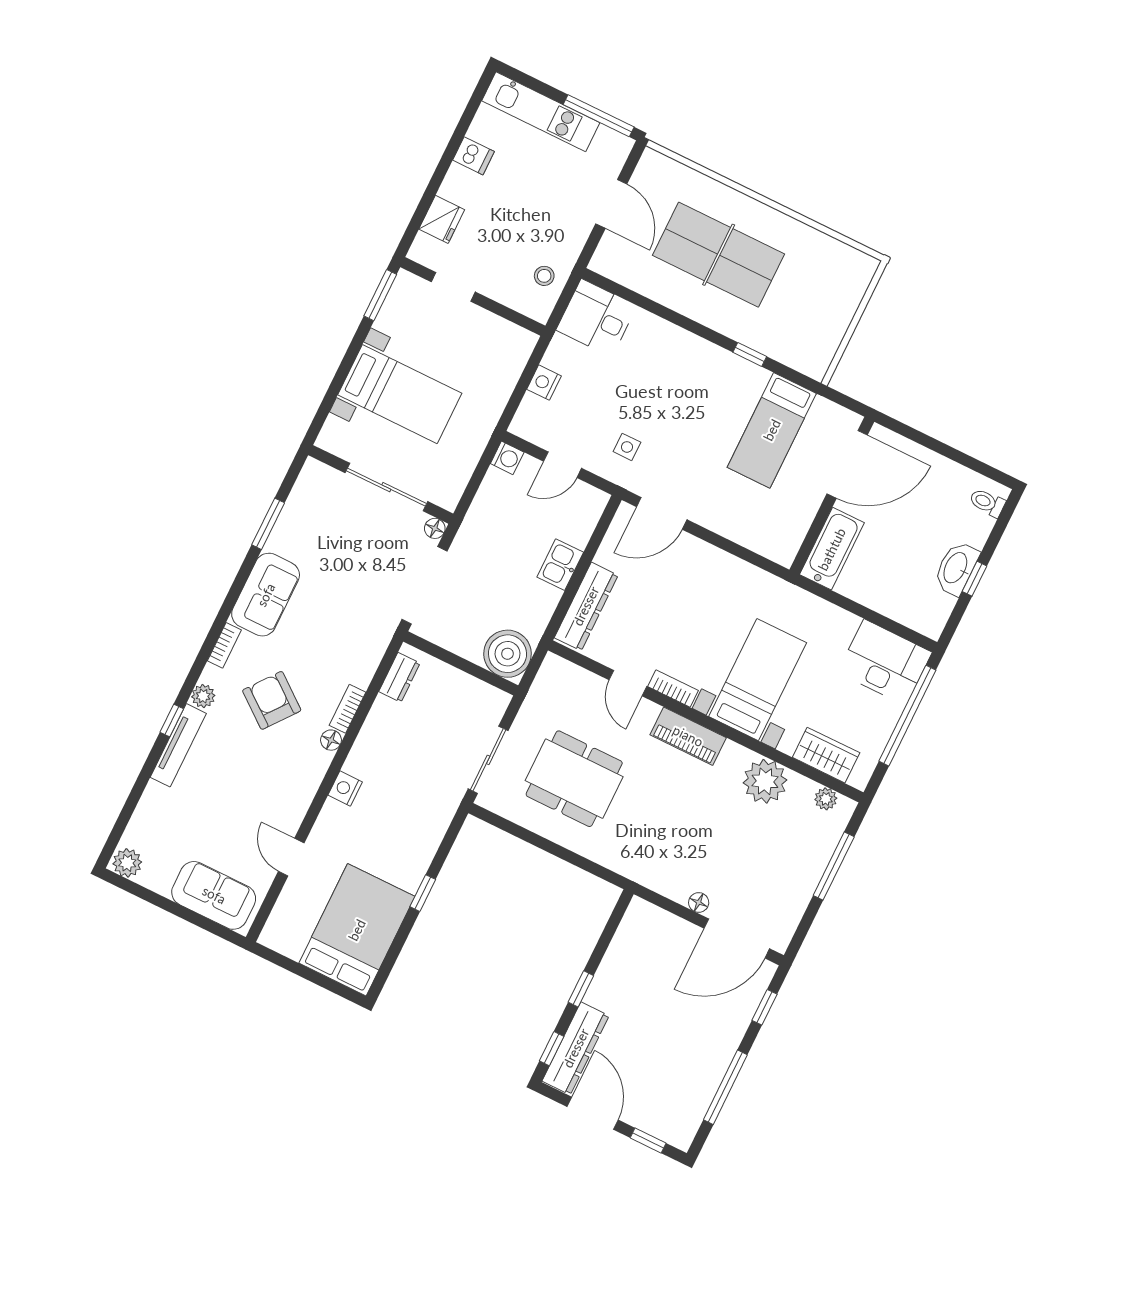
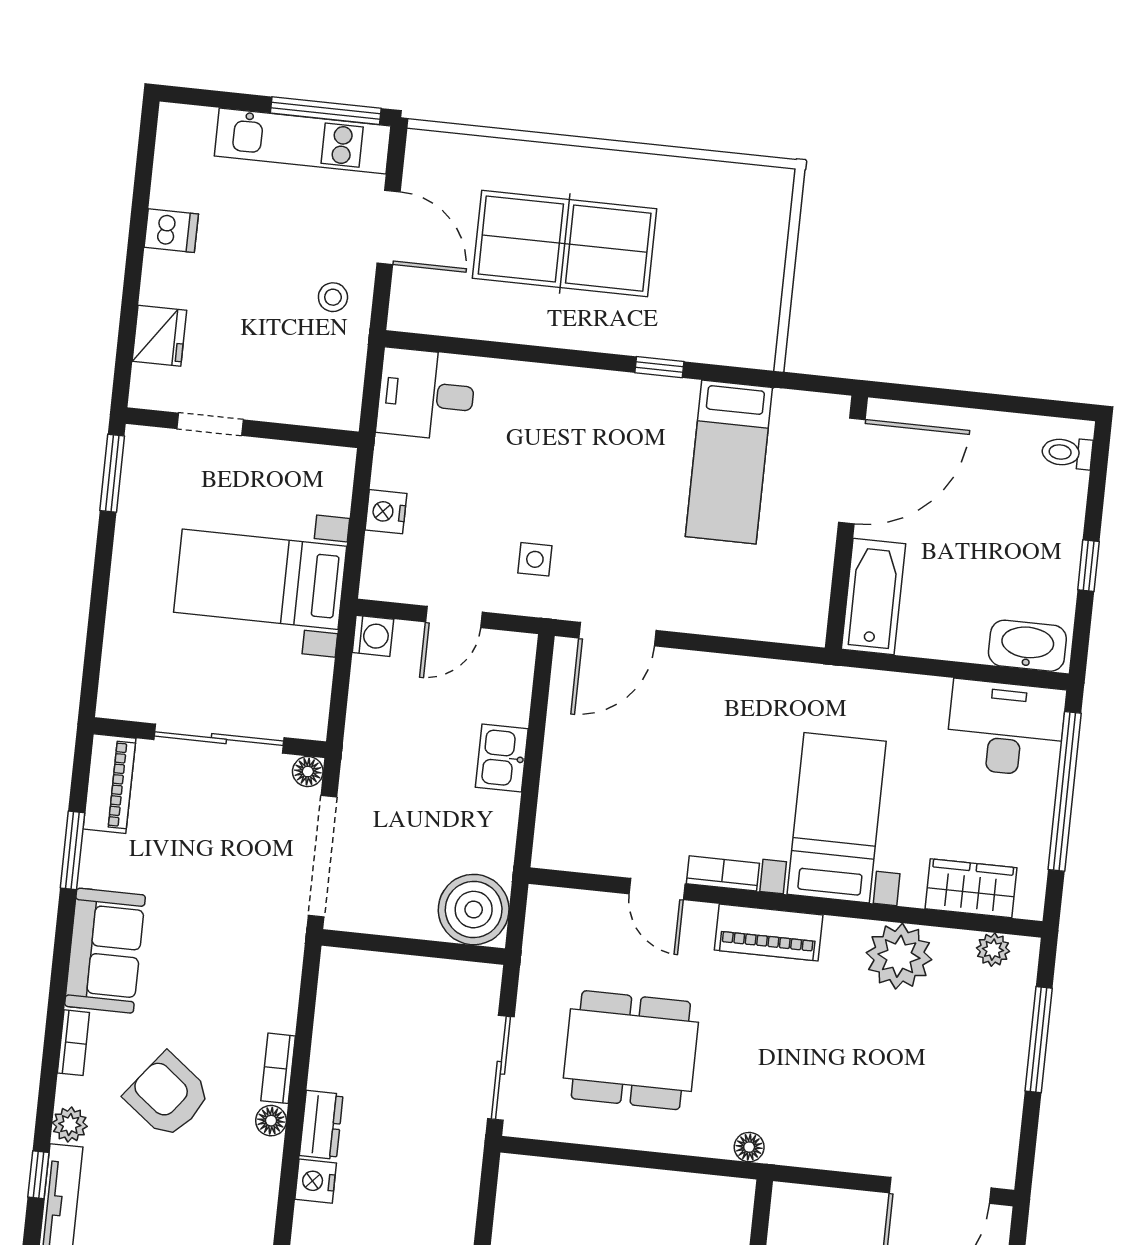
kitchen unit: (541, 112) -> (303, 141), moved
stool: (544, 276) -> (333, 297), moved
bed with nightstands: (400, 394) -> (260, 579), moved, turned 180
piano: (307, 490) -> (109, 784), added
washbasin: (956, 568) -> (1027, 646), moved, turned 90
dresser: (586, 606) -> (560, 803), removed
dresser: (399, 677) -> (321, 1125), moved
floor lamp: (699, 902) -> (749, 1147), moved

